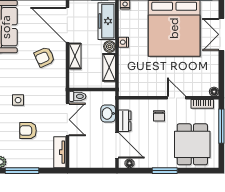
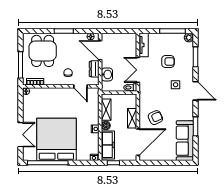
door: (67, 25) -> (138, 142), hinge flipped
door: (176, 98) -> (80, 86), moved

